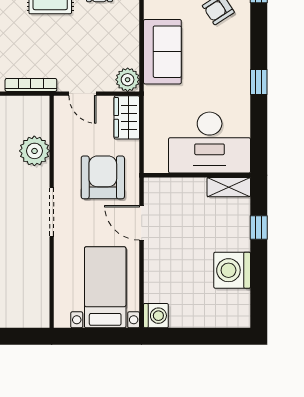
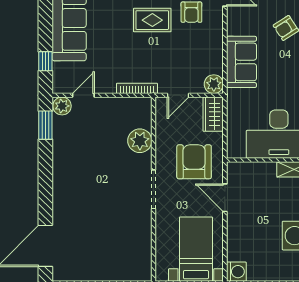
door: (83, 94) -> (178, 95), hinge flipped

